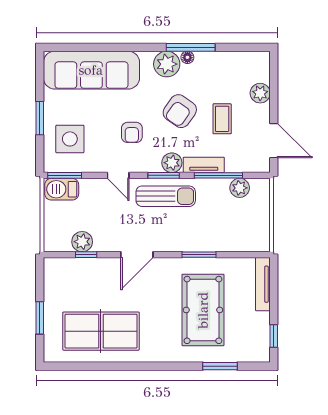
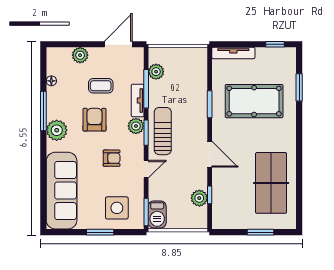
floor lamp: (187, 57) -> (51, 81), moved
armchair: (180, 111) -> (94, 120), turned -125

